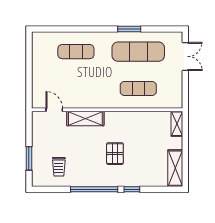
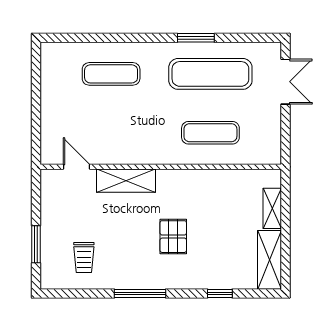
shelving: (177, 124) -> (272, 208), moved
window: (94, 189) -> (140, 293), width x0.68
window: (132, 189) -> (220, 293), moved

